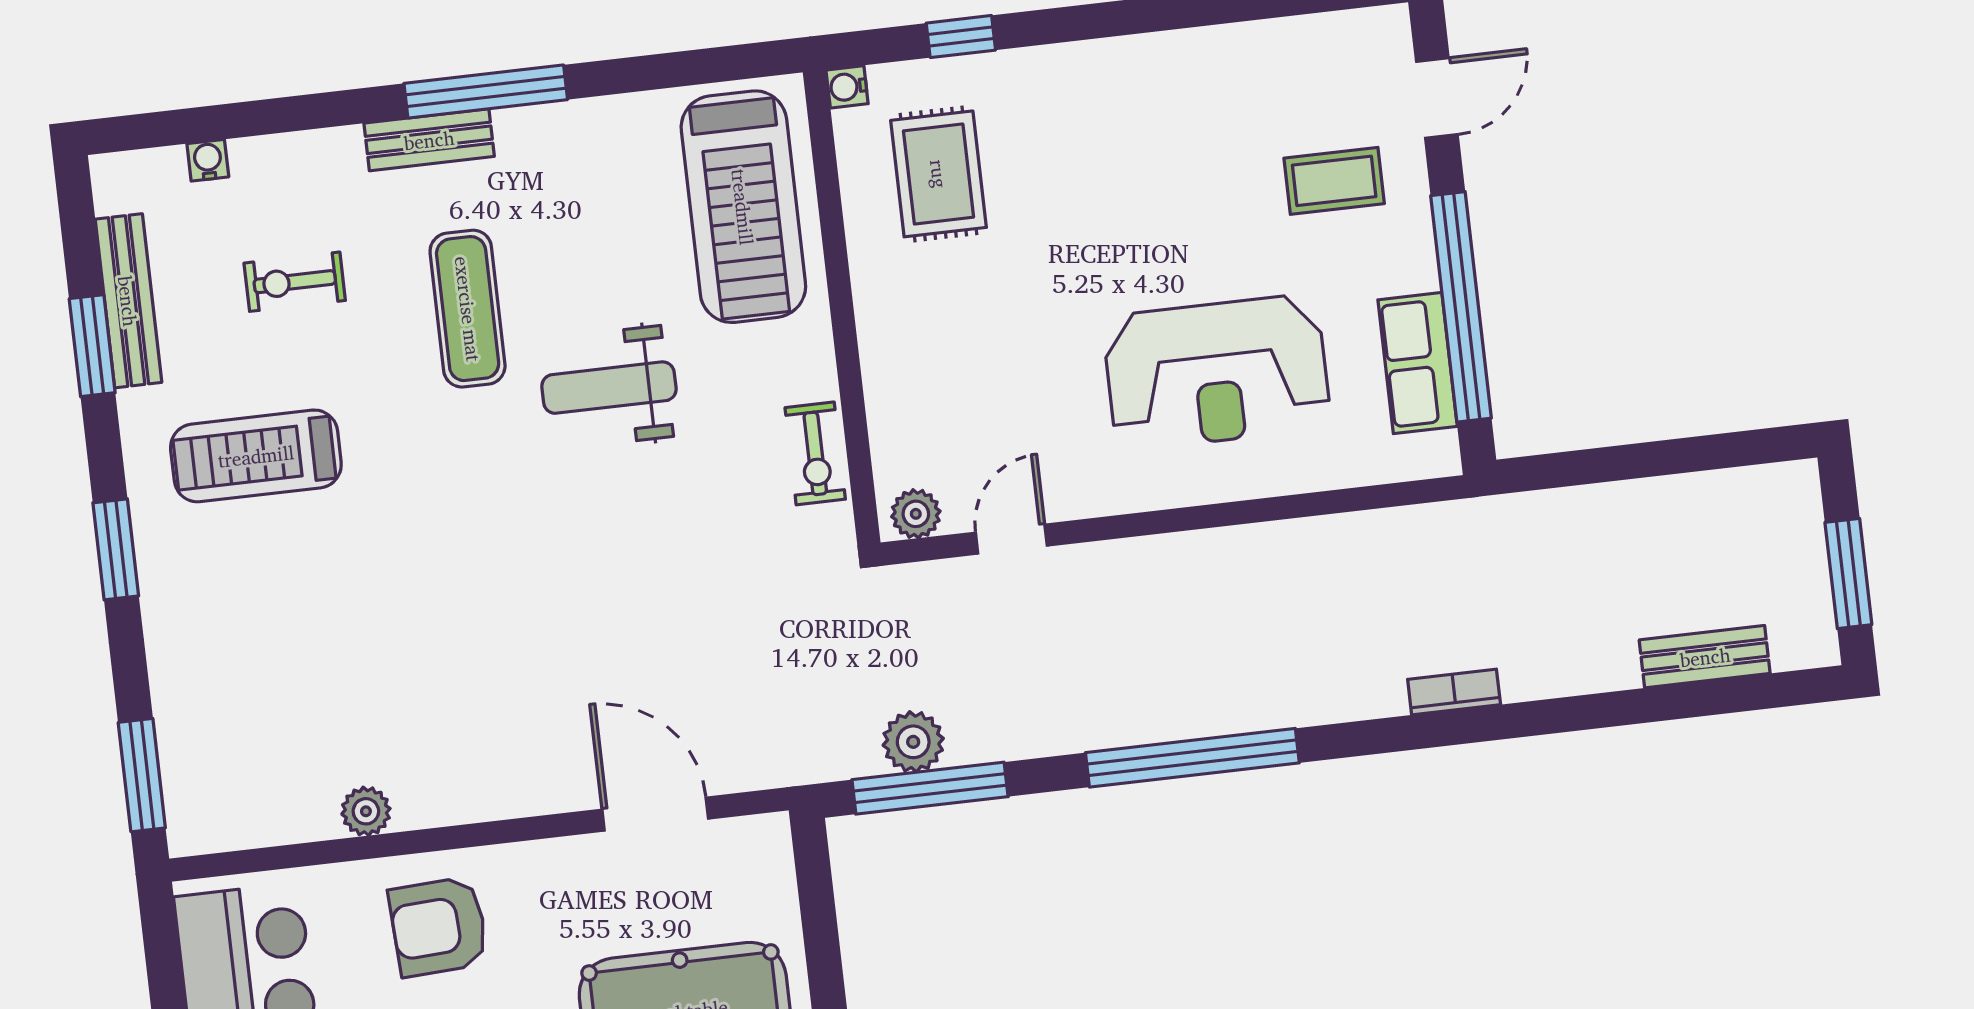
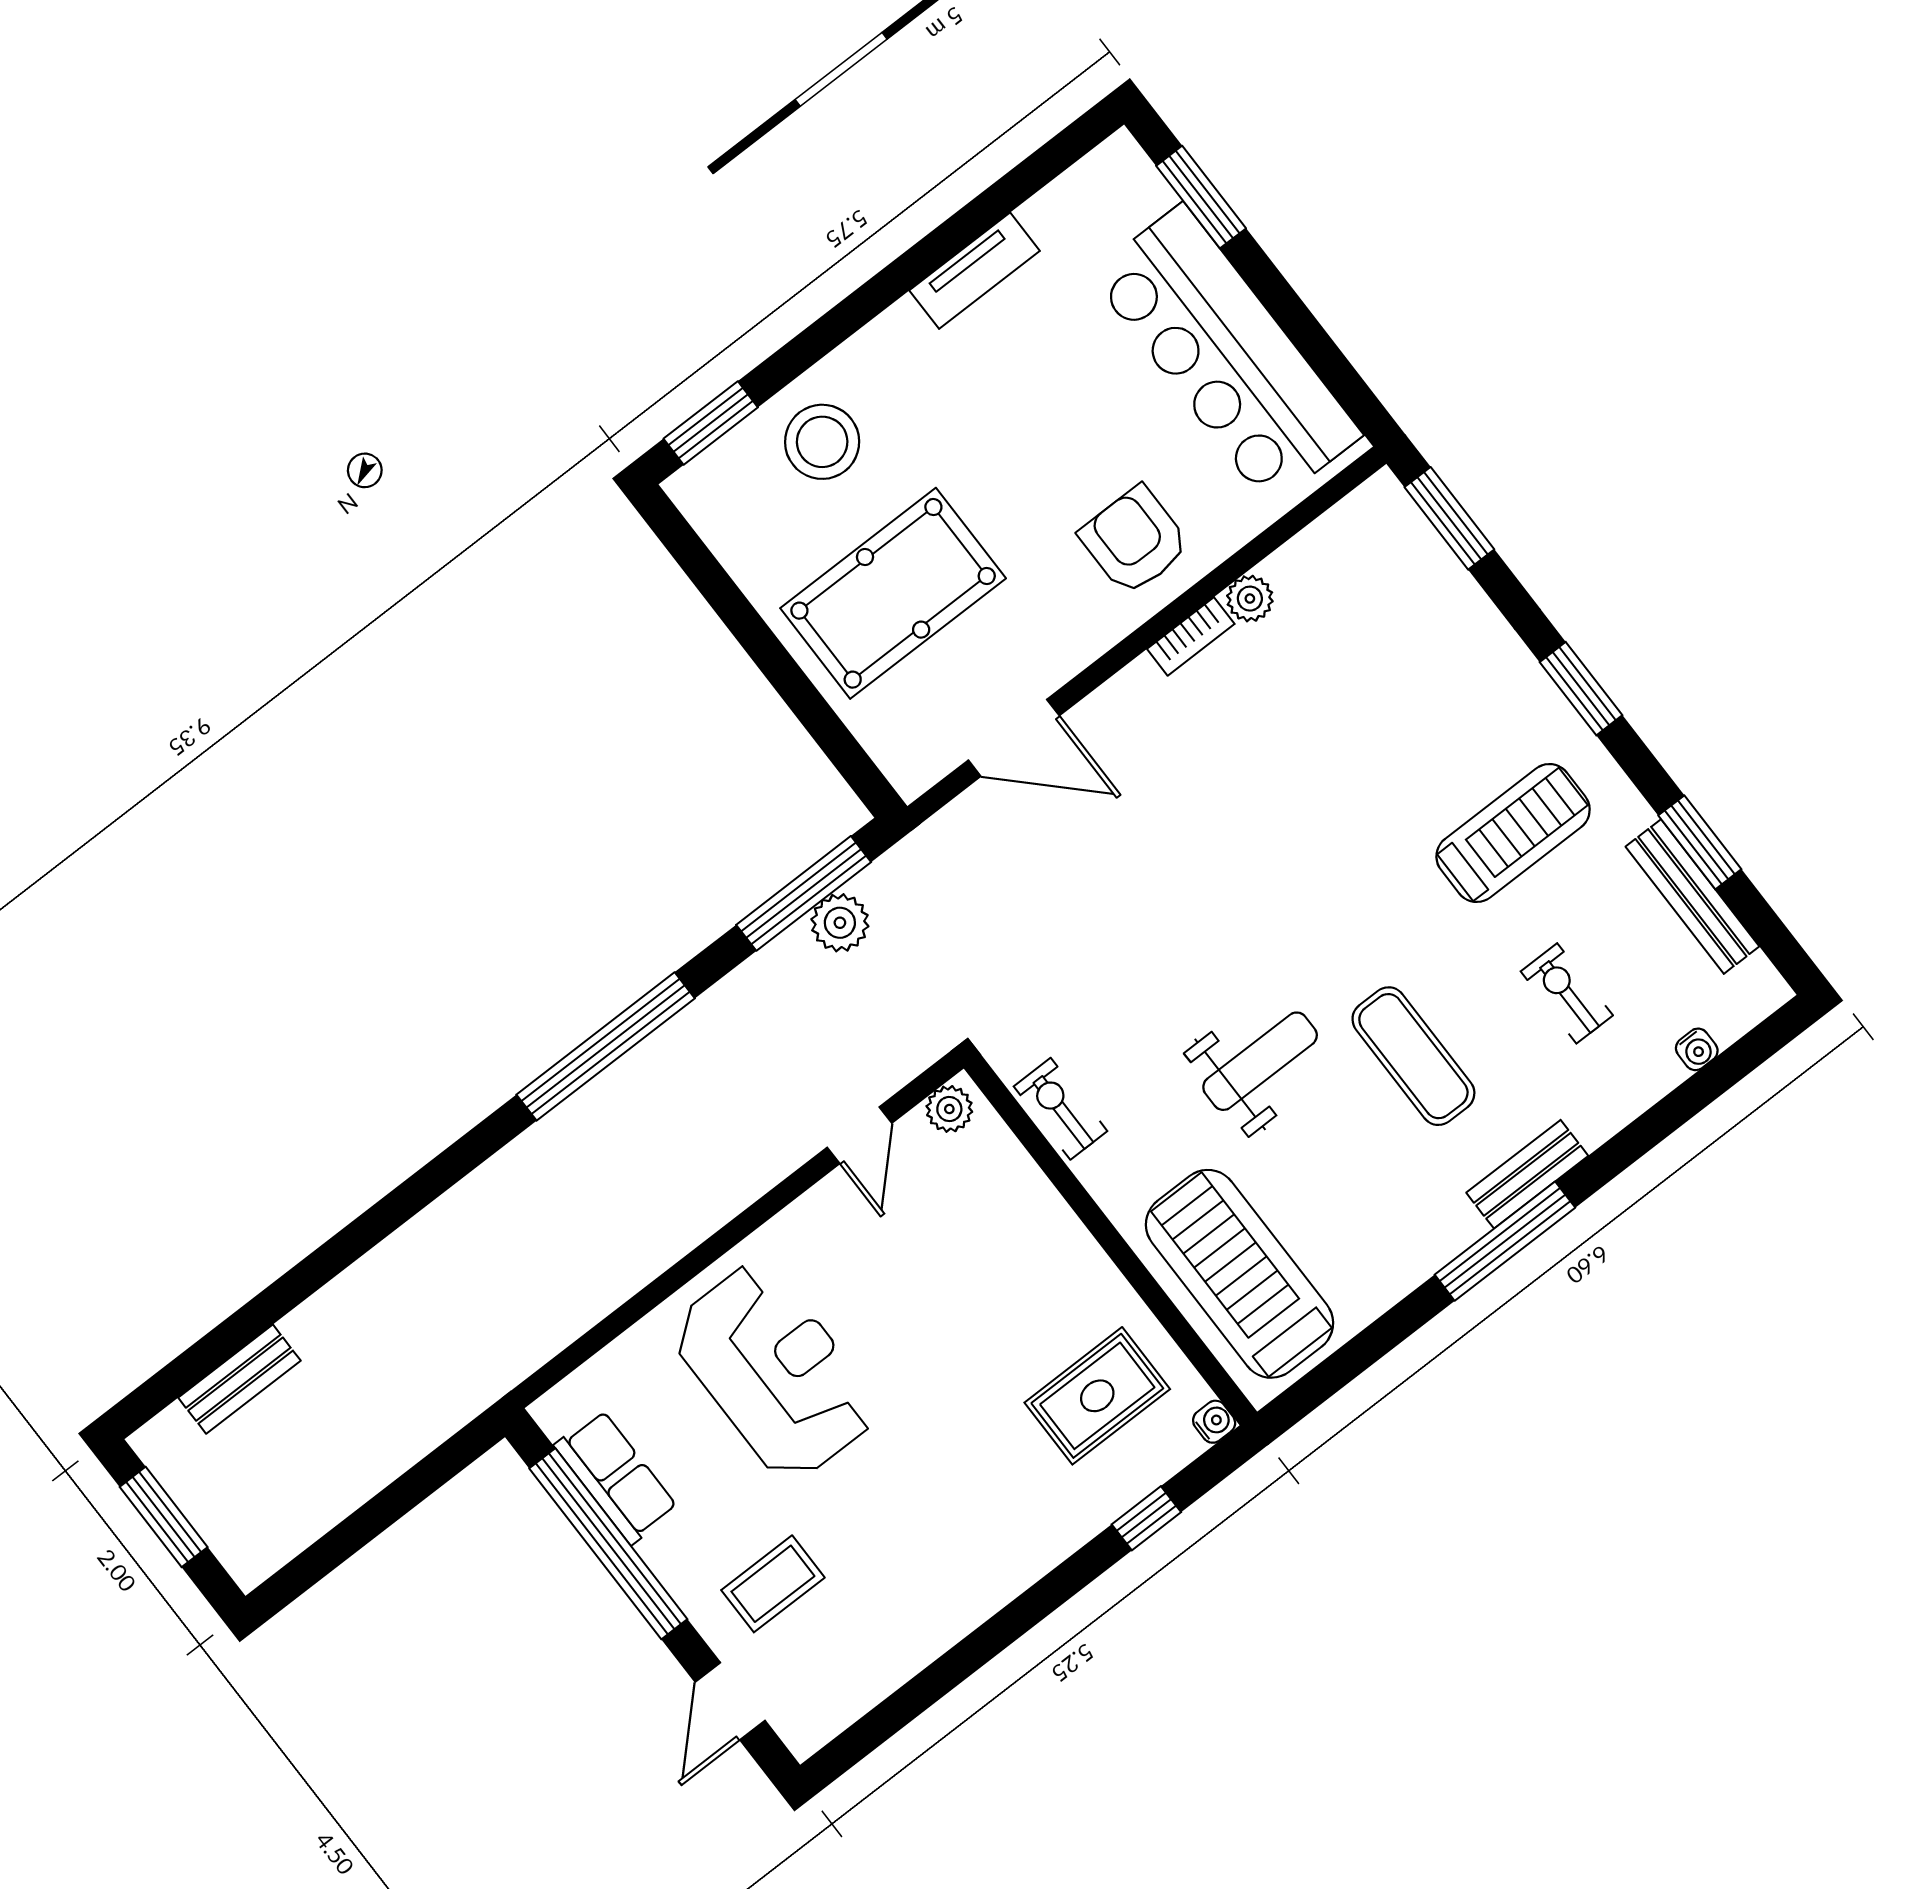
rug: (939, 174) -> (1097, 1396), turned 90
exercise bike: (295, 282) -> (1567, 993), turned -90
reception desk: (1217, 372) -> (775, 1371), turned 90
bookcase: (1454, 692) -> (1191, 636), moved
armchair: (439, 927) -> (1135, 541), turned -87

